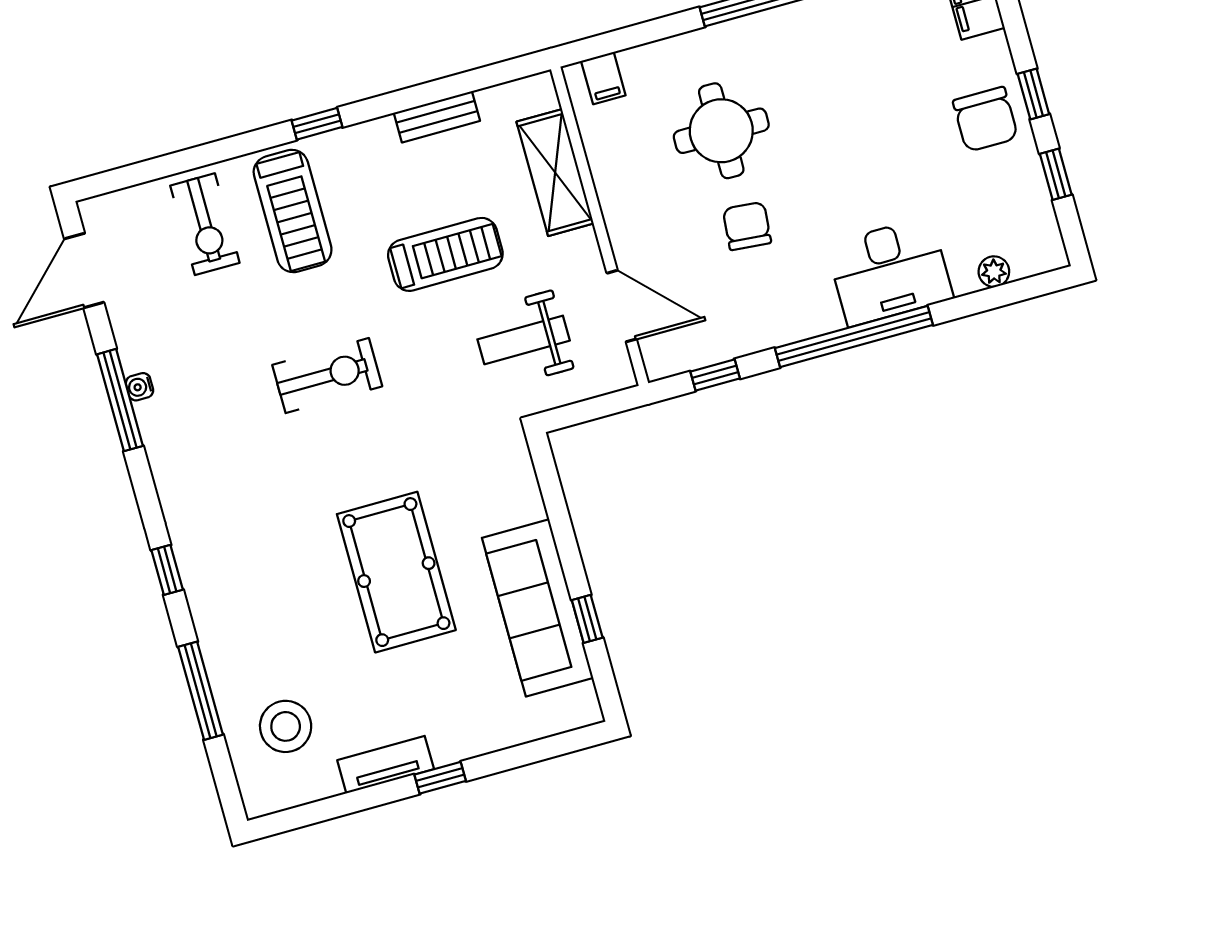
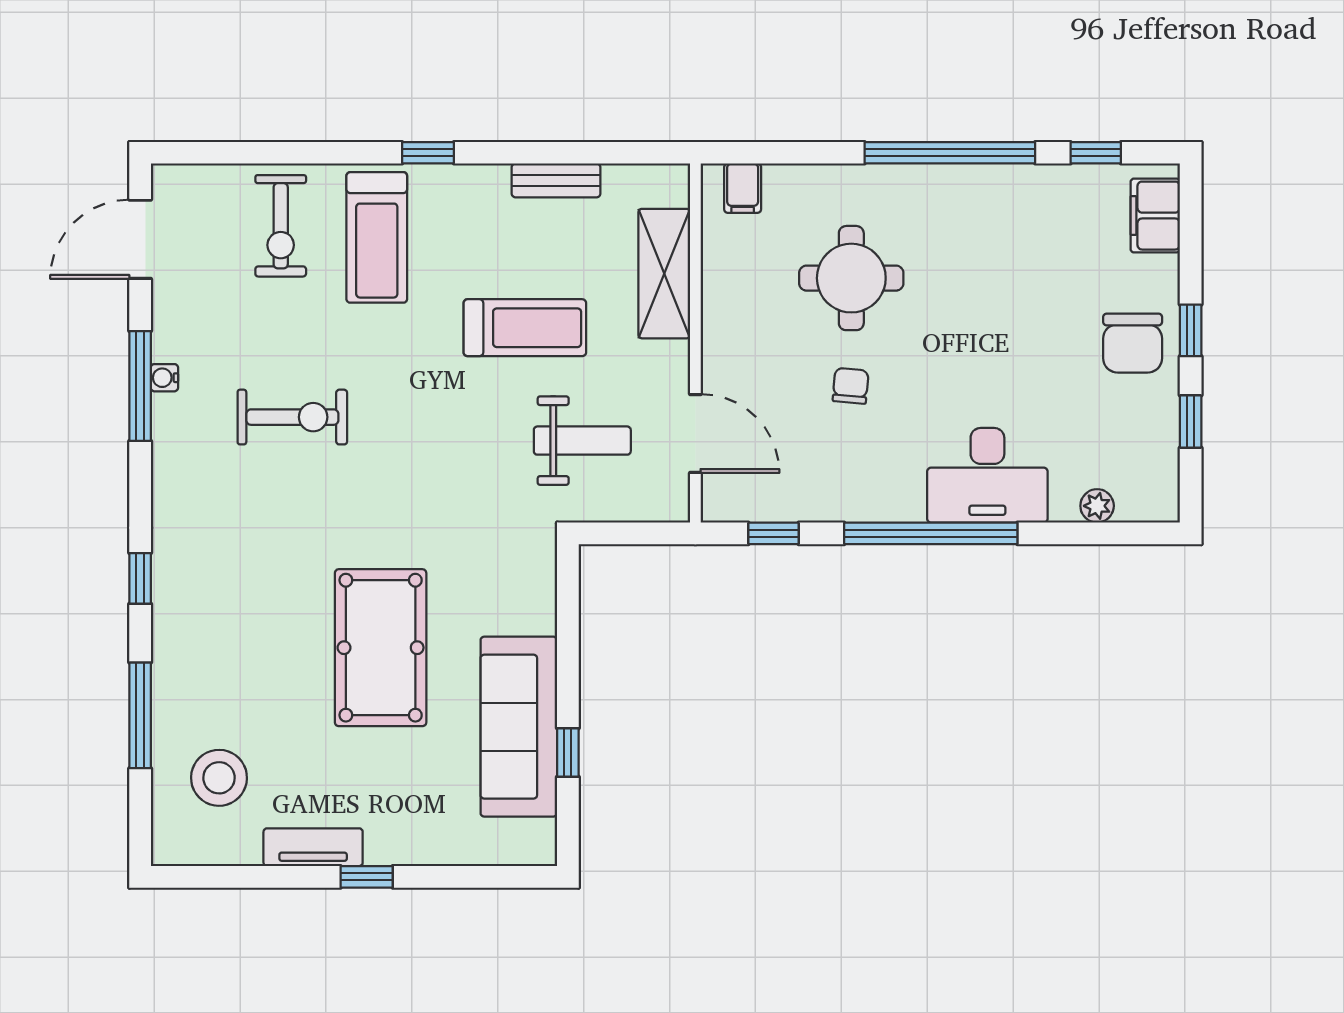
chair: (747, 226) -> (851, 386), width x0.73, depth x0.73
weight bench: (524, 340) -> (582, 441), turned 180
exercise bike: (327, 376) -> (292, 417), moved

